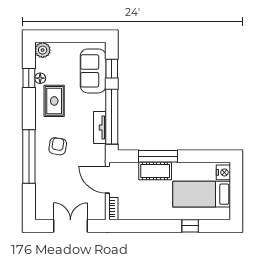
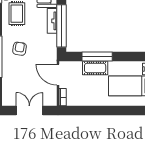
tv unit: (100, 127) -> (52, 21), moved
window: (190, 226) -> (122, 110), removed

